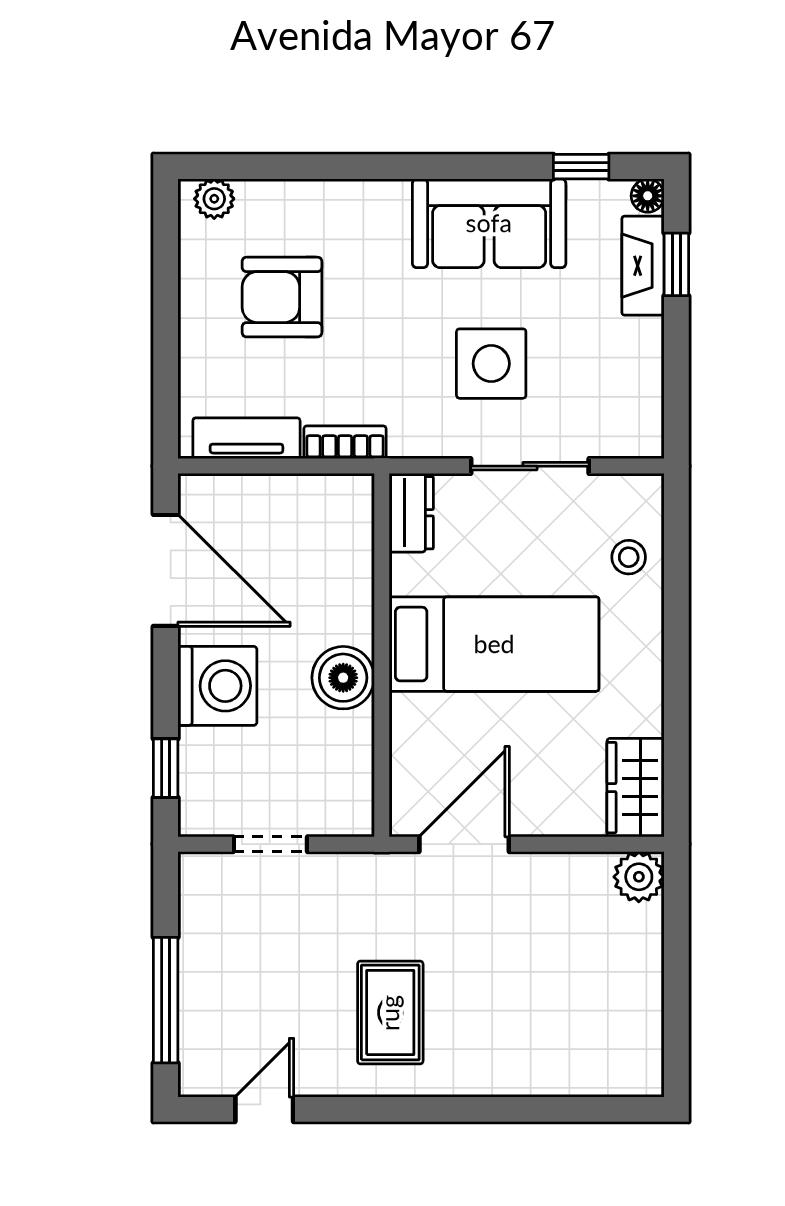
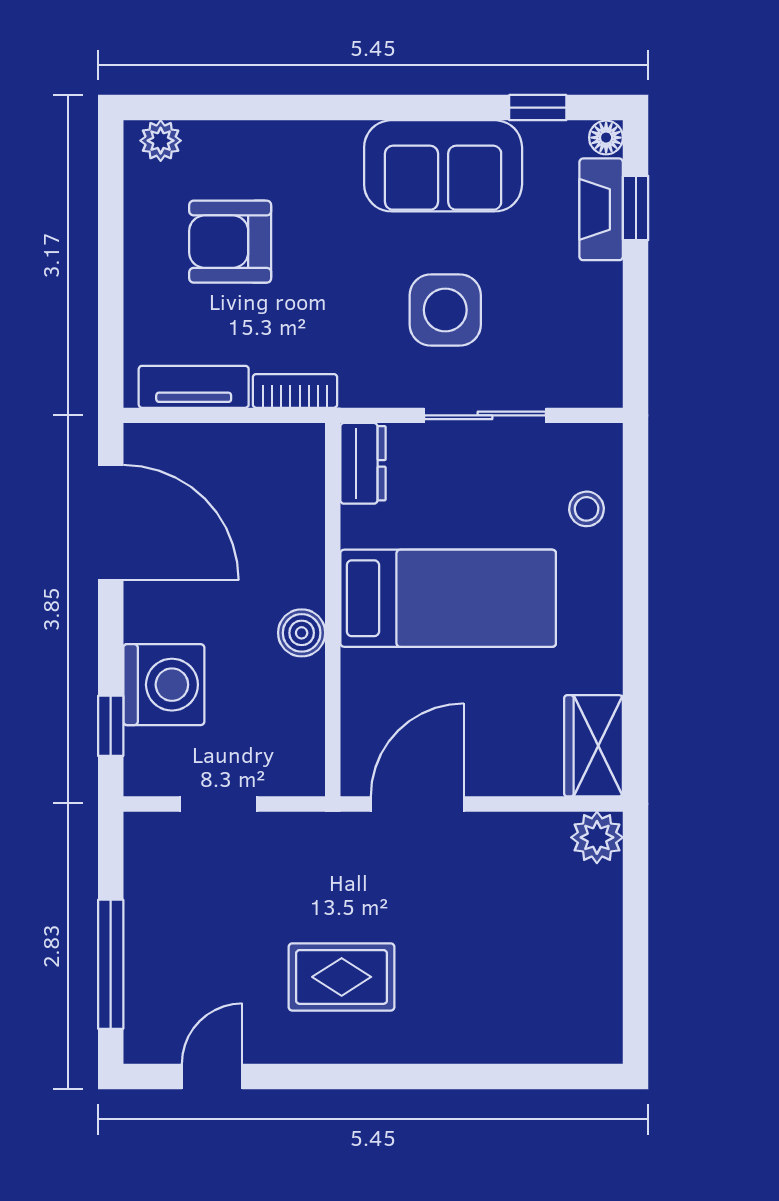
boiler: (343, 678) -> (302, 633), width x0.73, depth x0.73
washing machine: (217, 686) -> (164, 685), moved
rug: (390, 1013) -> (342, 977), turned 90

